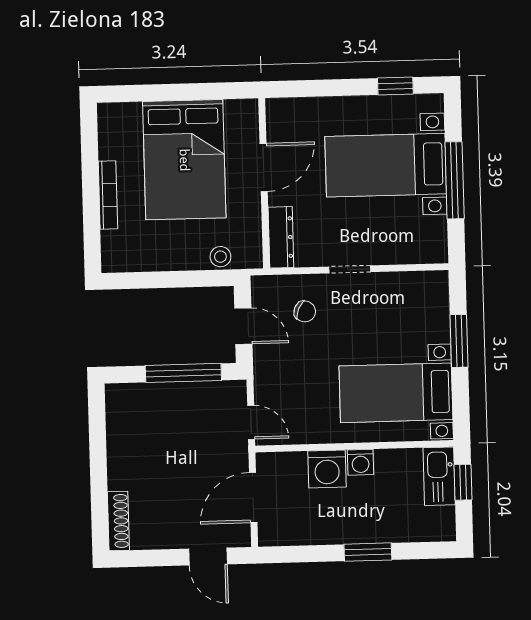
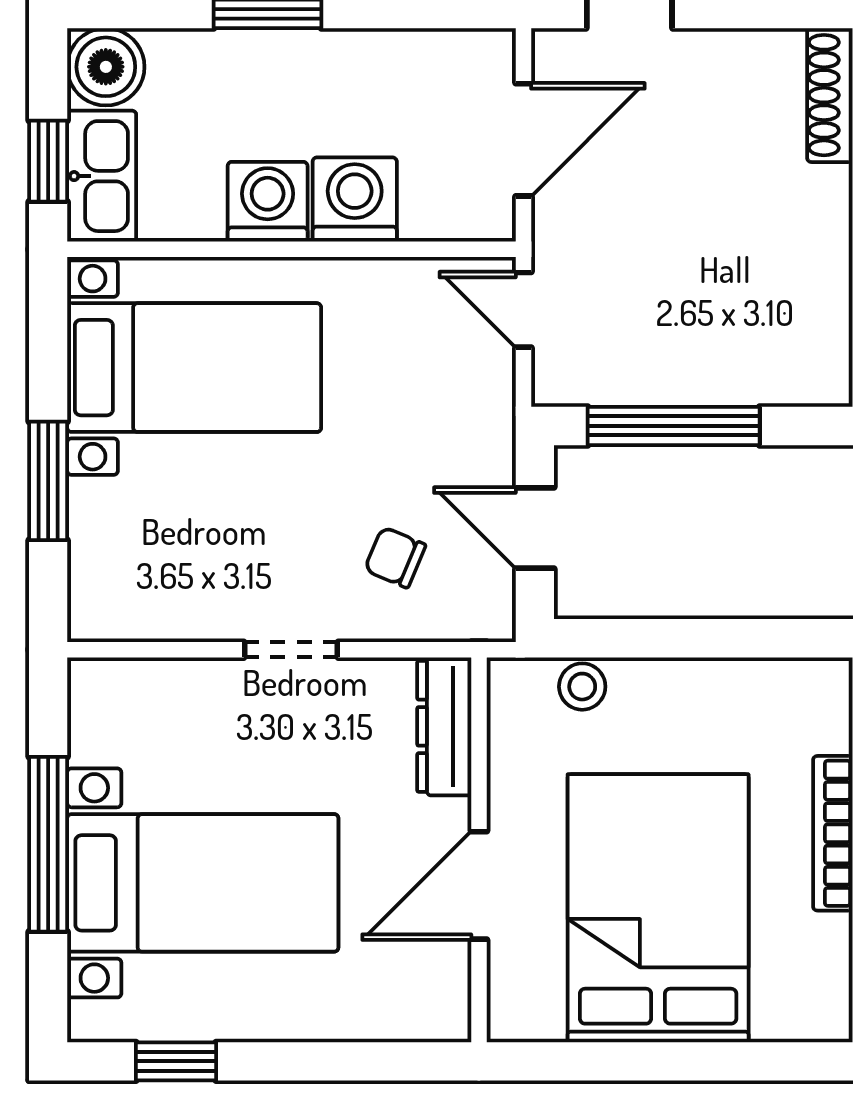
washing machine: (361, 462) -> (268, 202), width x1.38, depth x1.38
boiler: (439, 525) -> (106, 67), added

